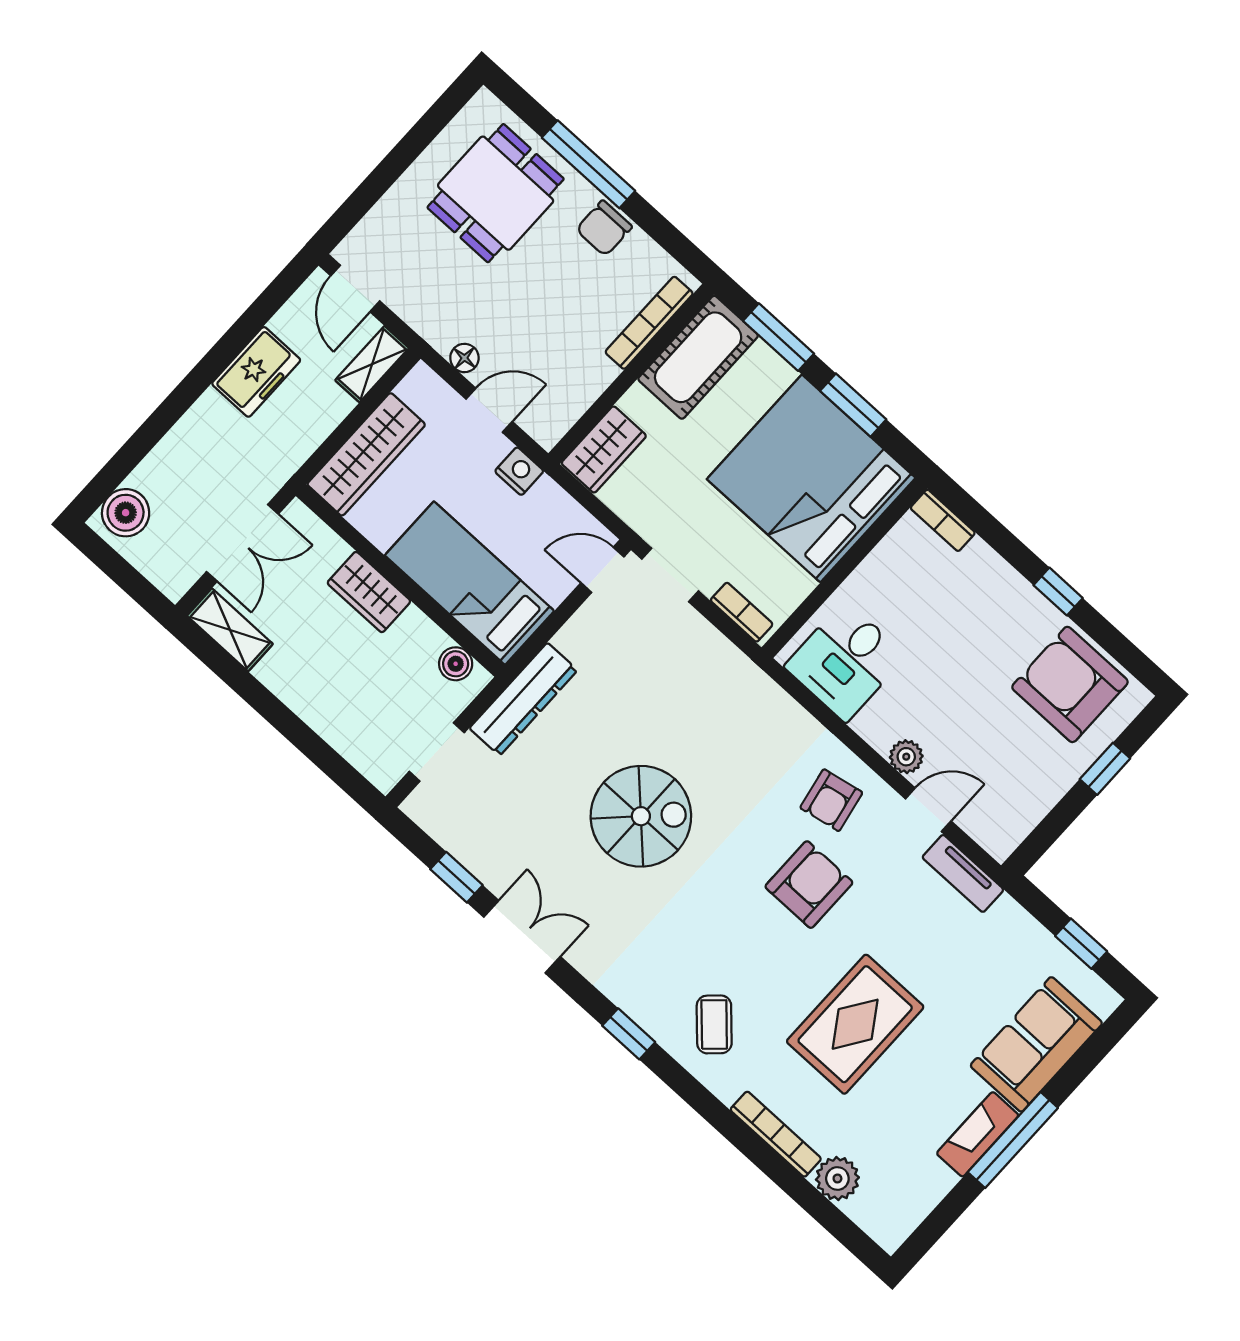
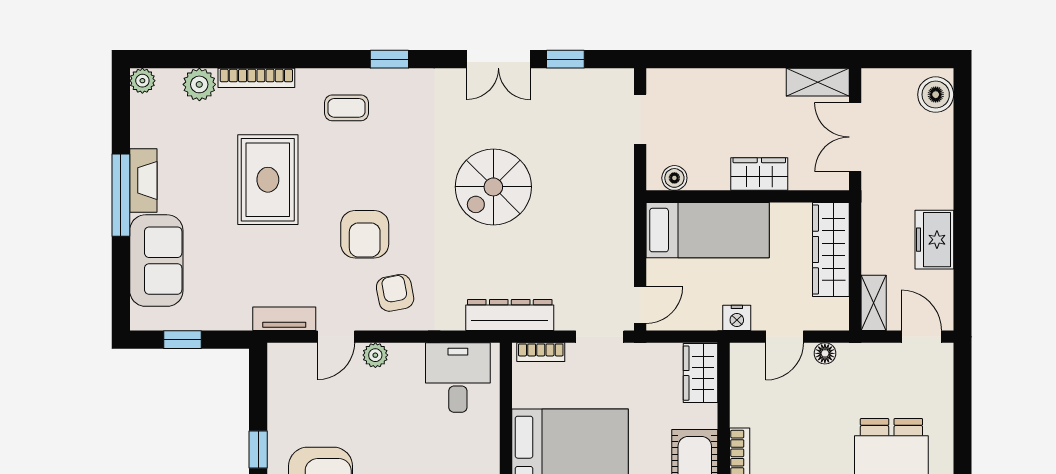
dresser: (523, 699) -> (510, 315), moved, turned 90
coffee table: (714, 1024) -> (347, 108), turned -47
plant: (890, 1233) -> (142, 81), added

